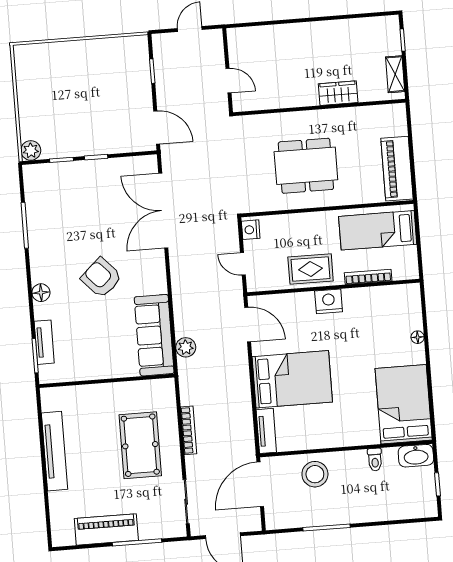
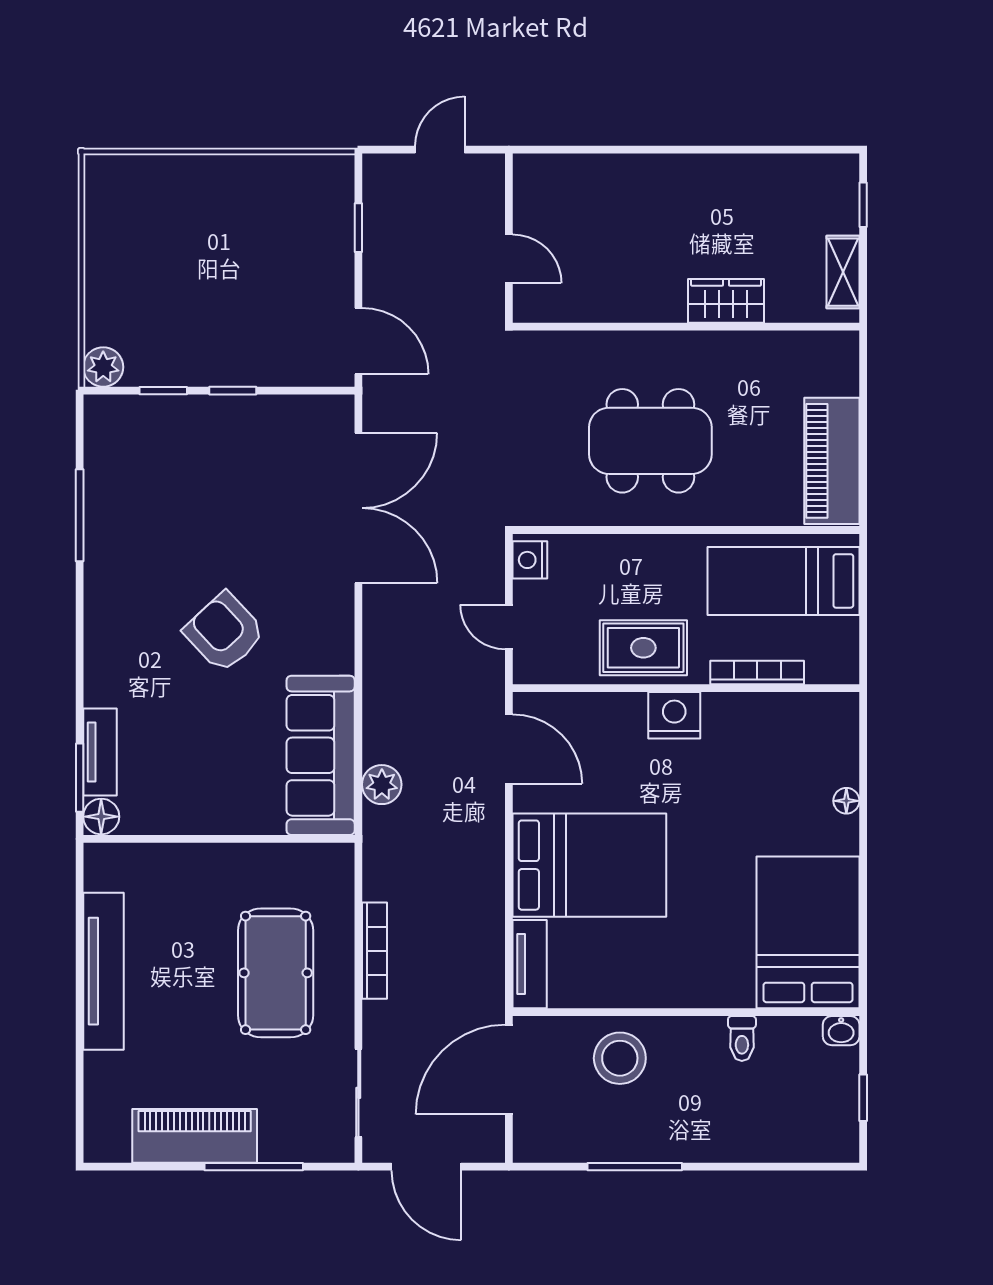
double door: (163, 211) -> (358, 508), swing flipped
floor lamp: (41, 293) -> (101, 817), moved
washbasin: (416, 456) -> (841, 1031), width x0.52, depth x0.69

